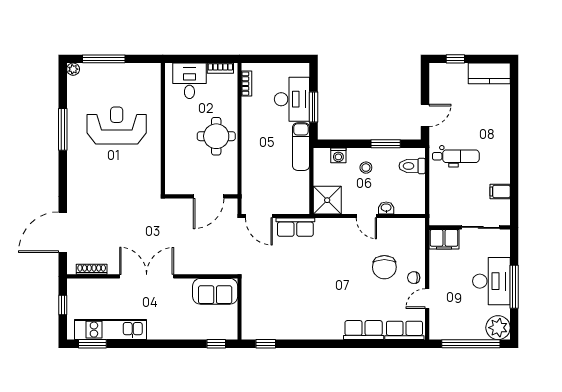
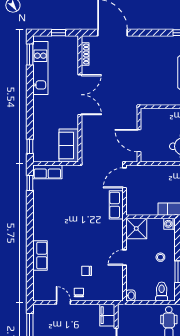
washing machine: (338, 155) -> (169, 224), moved
washbasin: (386, 208) -> (131, 296), moved
chair: (384, 267) -> (87, 271), width x0.54, depth x0.54
row of seats: (404, 330) -> (47, 172), moved, turned 90

